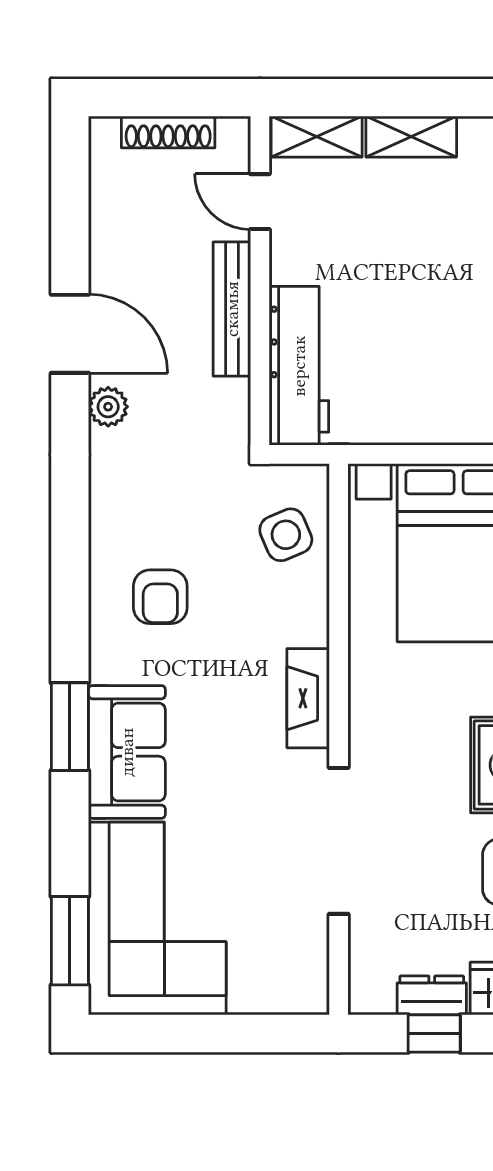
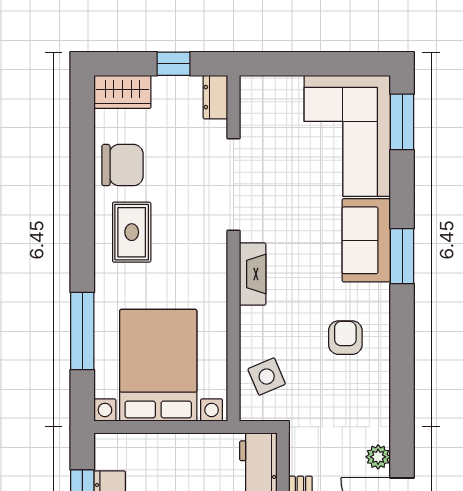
dresser: (432, 995) -> (215, 97), moved, turned 90

